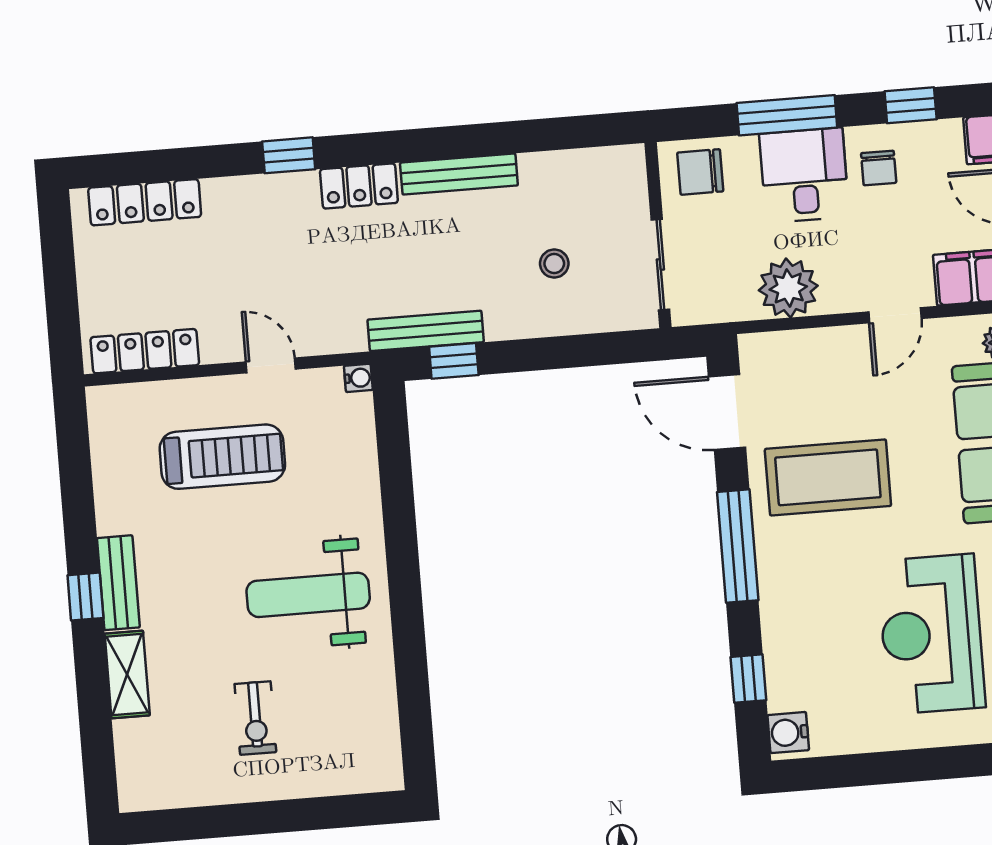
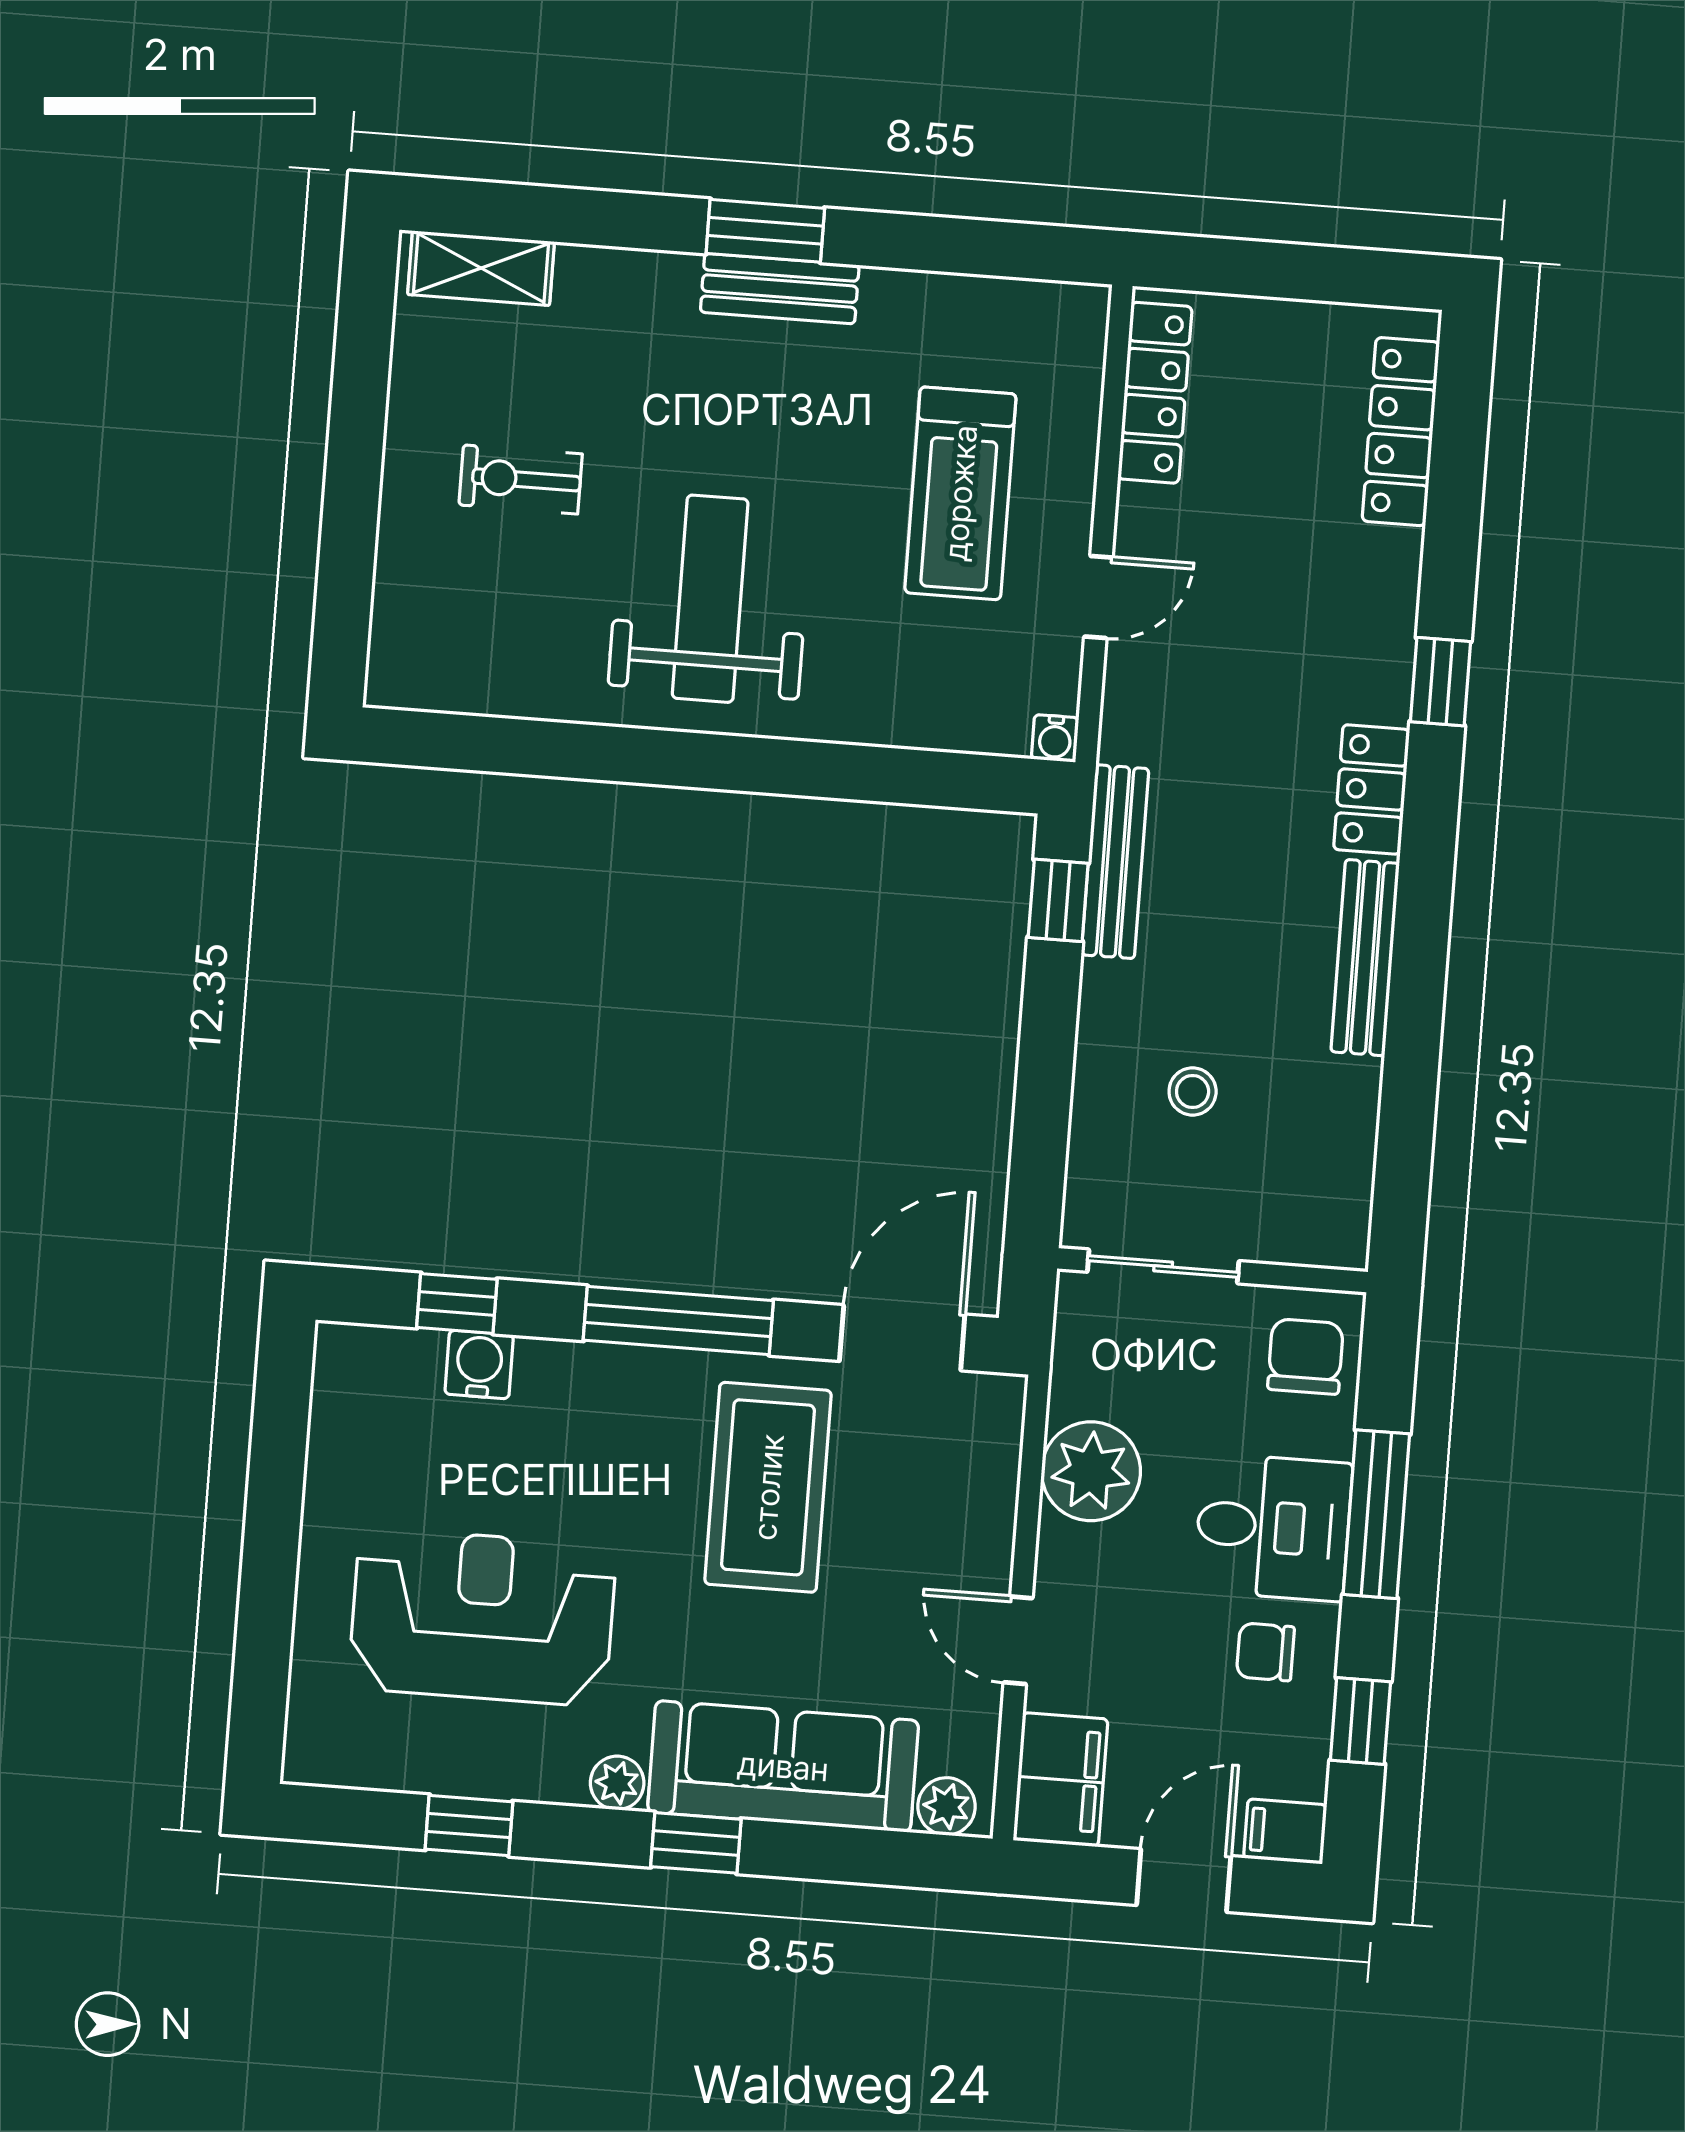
window: (85, 597) -> (765, 231), width x1.50
shelving: (127, 675) -> (481, 268), moved
water cooler: (788, 733) -> (479, 1364), moved

